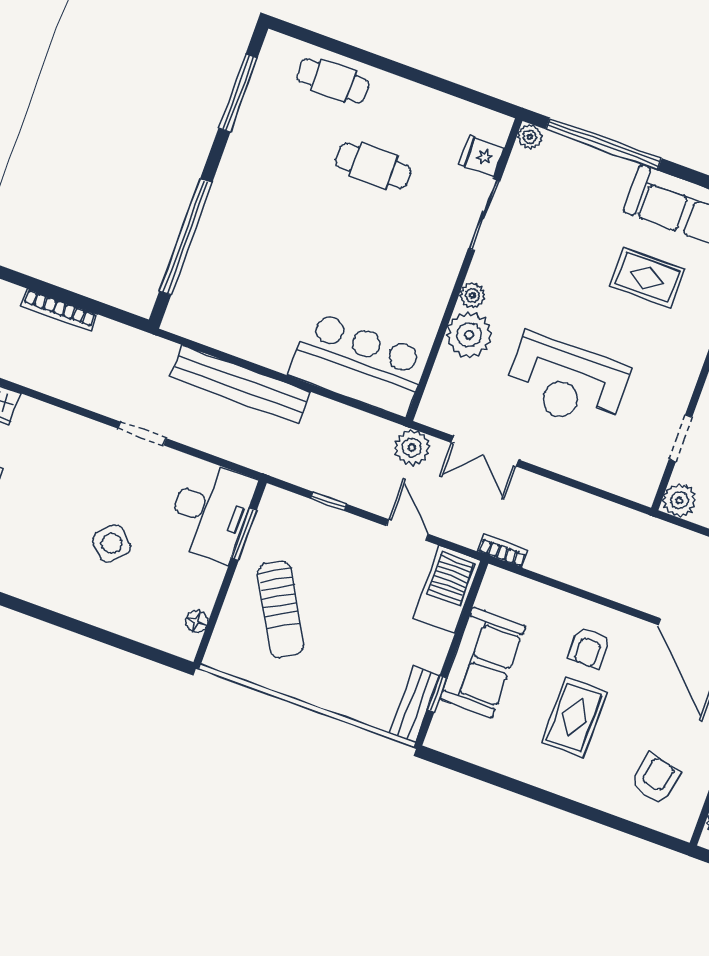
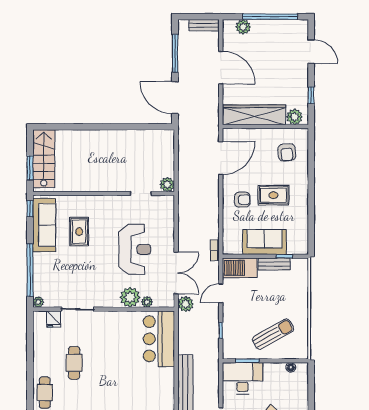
plant: (472, 295) -> (147, 302), moved
double door: (485, 451) -> (176, 273), width x1.37
bench: (414, 704) -> (274, 264), moved
armchair: (655, 779) -> (287, 152), turned -107

